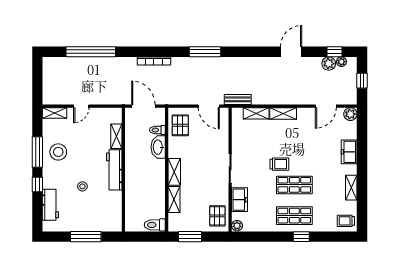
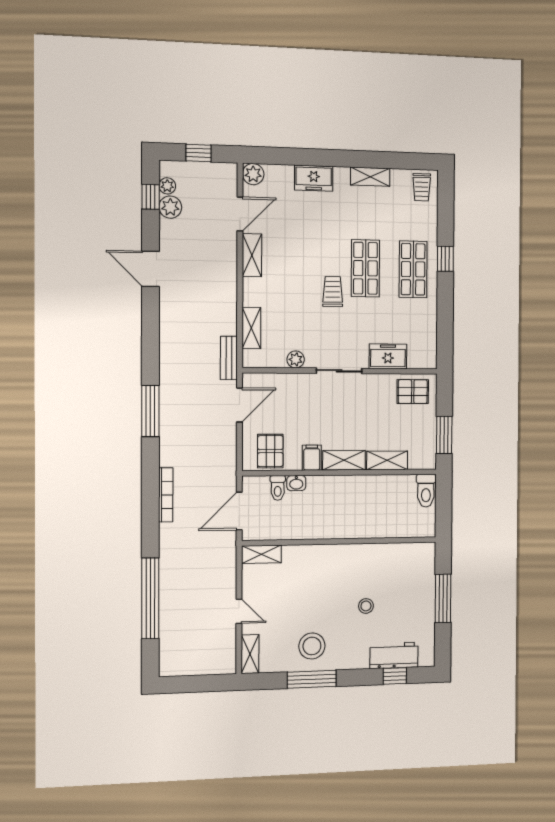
door: (326, 106) -> (240, 214), hinge flipped
shelving: (283, 113) -> (252, 255), moved
pallet: (180, 125) -> (270, 451), turned 90
shelving: (116, 136) -> (261, 554), moved
washbasin: (158, 147) -> (296, 483), width x0.52, depth x0.69
filing cabinet: (176, 151) -> (312, 458), added
workbench: (114, 170) -> (340, 556), removed
window: (37, 185) -> (395, 676), moved
plant: (237, 226) -> (296, 359), moved

